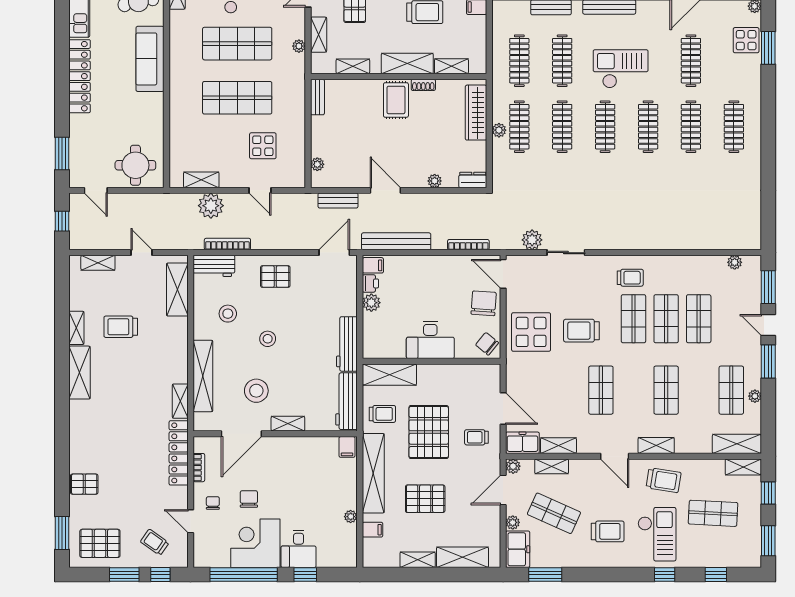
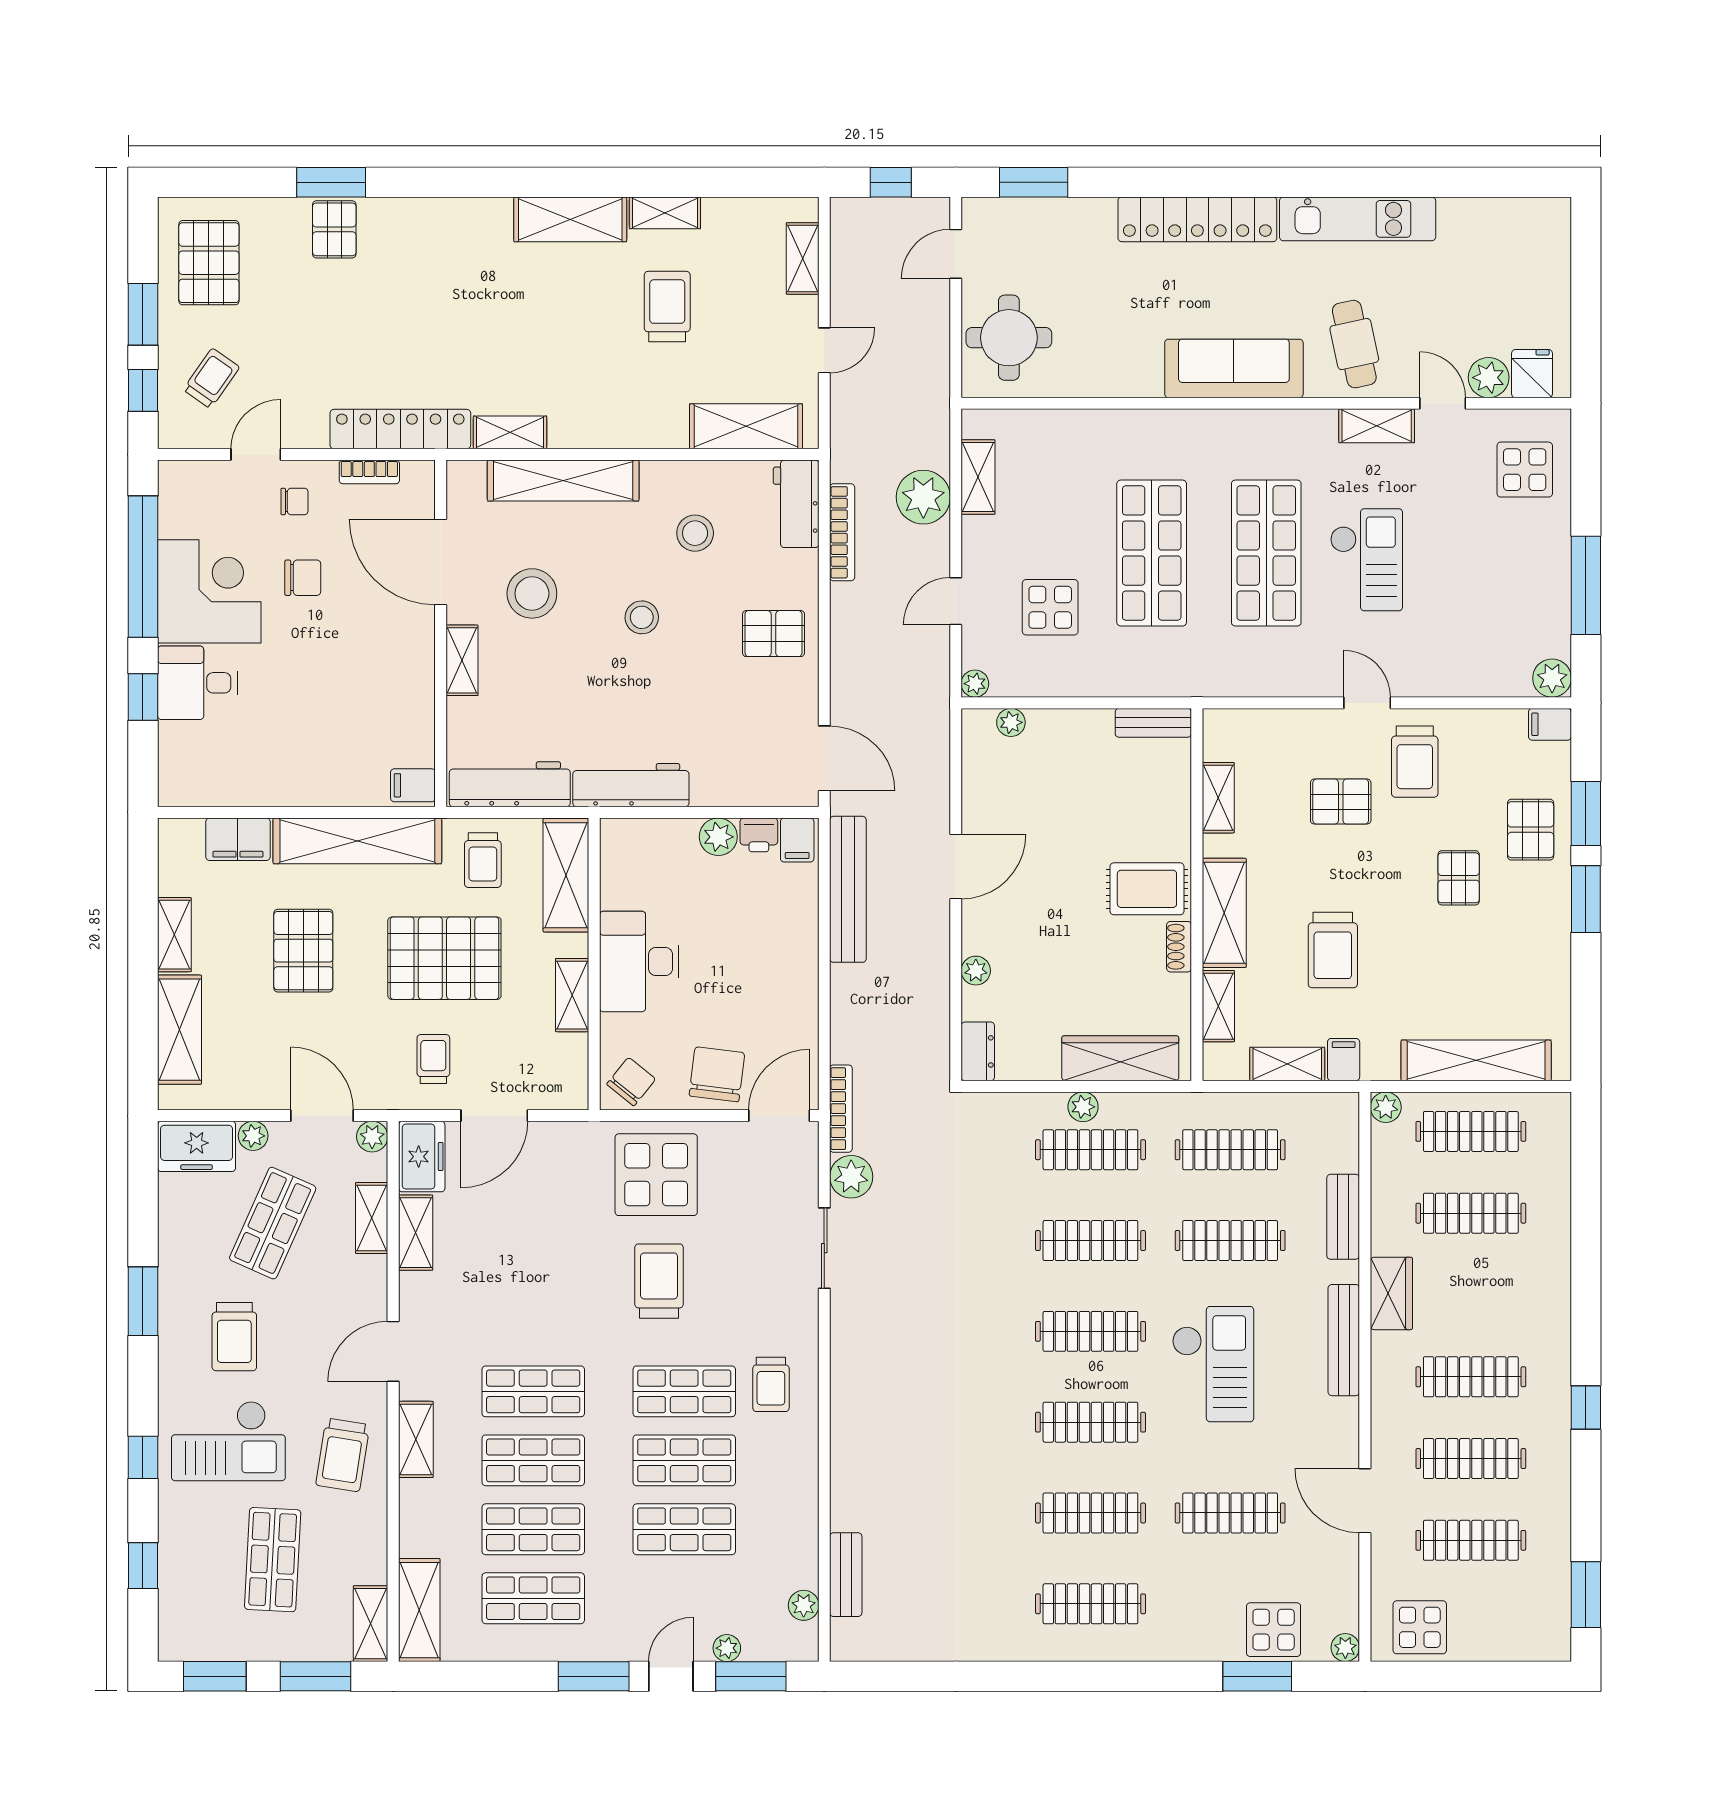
shelving: (319, 35) -> (1287, 1064), moved
plant: (299, 46) -> (975, 684), moved
bench: (338, 201) -> (846, 1575), moved
bookcase: (468, 245) -> (841, 1109), moved
pallet: (275, 277) -> (773, 634), turned 90
chair: (484, 303) -> (717, 1074), turned -87
shelving: (446, 372) -> (572, 995), added
shop shelf: (601, 390) -> (533, 1391), moved
shop shelf: (699, 390) -> (533, 1529), added
plant: (755, 396) -> (727, 1648), moved
window: (768, 493) -> (315, 1676), width x1.50
plant: (351, 517) -> (266, 793), removed
filing cabinet: (373, 530) -> (238, 839), width x2.00
window: (62, 533) -> (331, 182), moved
window: (545, 575) -> (143, 1301), moved

